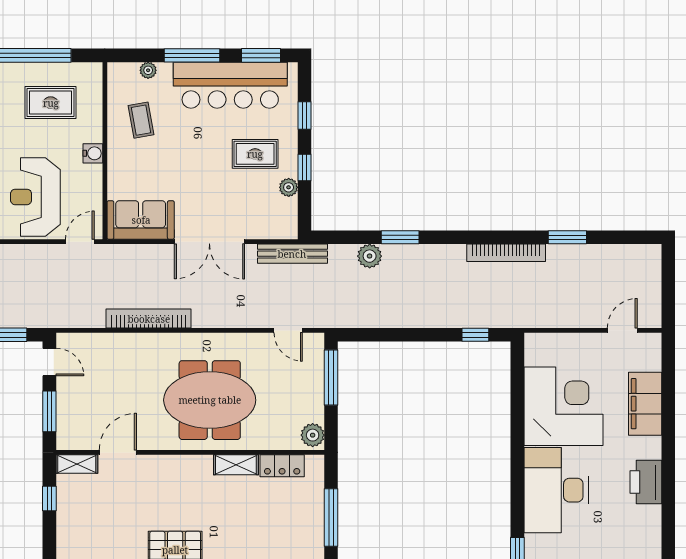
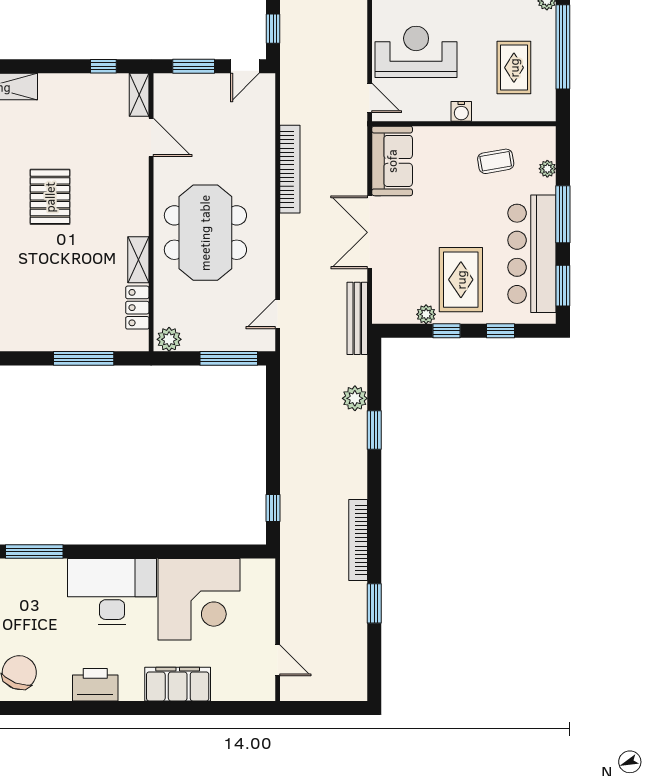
rug: (255, 154) -> (461, 280), width x1.36, depth x1.43
filing cabinet: (645, 404) -> (178, 684), moved
printer: (646, 482) -> (95, 685), moved

